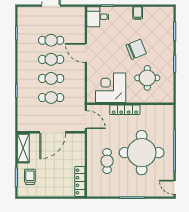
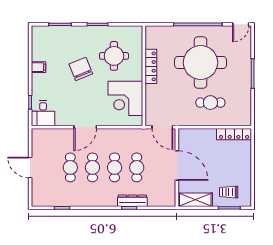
dresser: (22, 94) -> (132, 201), added
locker: (125, 110) -> (151, 66), moved
door: (86, 120) -> (162, 127), swing flipped

